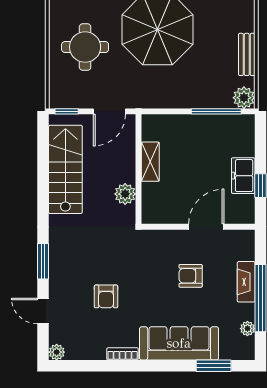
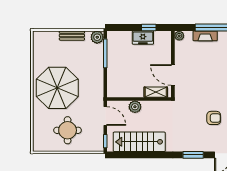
shelving: (150, 162) -> (156, 92), moved
plant: (125, 194) -> (135, 107), moved
door: (206, 227) -> (173, 75), moved
plant: (246, 238) -> (179, 36), added
armchair: (191, 276) -> (202, 68), removed

